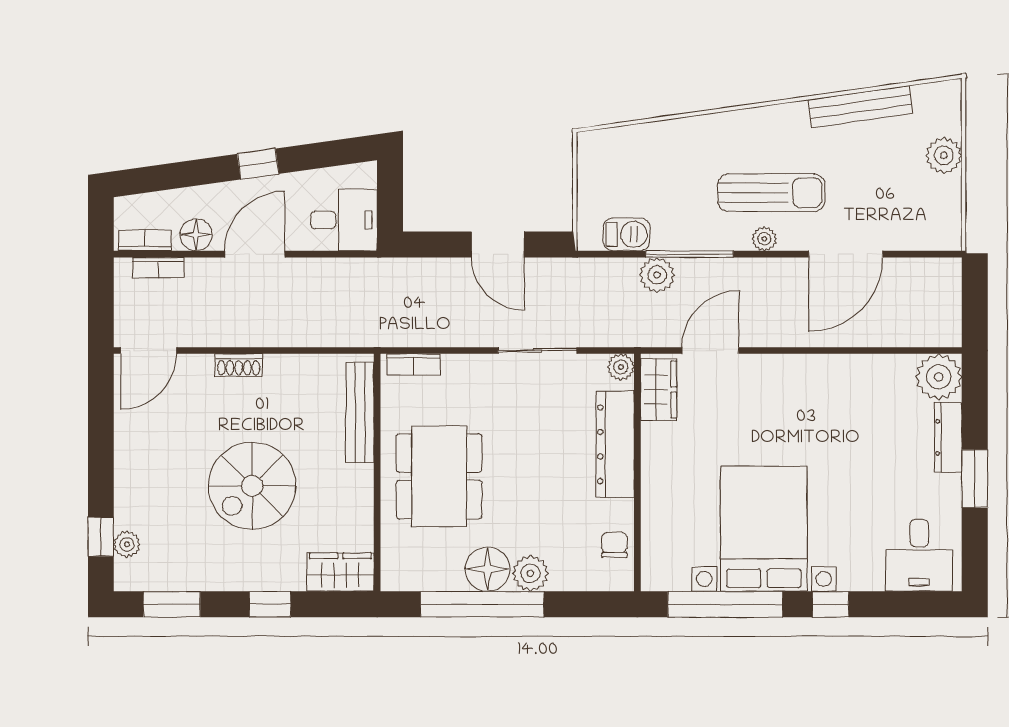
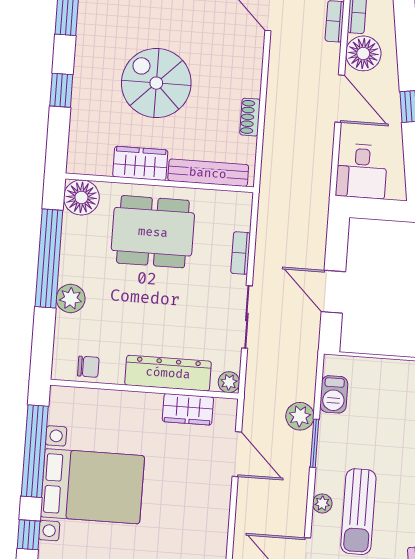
floor lamp: (196, 235) -> (363, 53), width x1.38, depth x1.38
door: (498, 244) -> (333, 292), hinge flipped
window: (689, 254) -> (314, 443), width x0.69
bookcase: (413, 364) -> (241, 253), moved
shoe rack: (239, 365) -> (250, 117), moved
wardrobe: (659, 390) -> (188, 409), moved
floor lamp: (488, 569) -> (81, 197), moved
wardrobe: (340, 572) -> (140, 163), moved, turned -90

